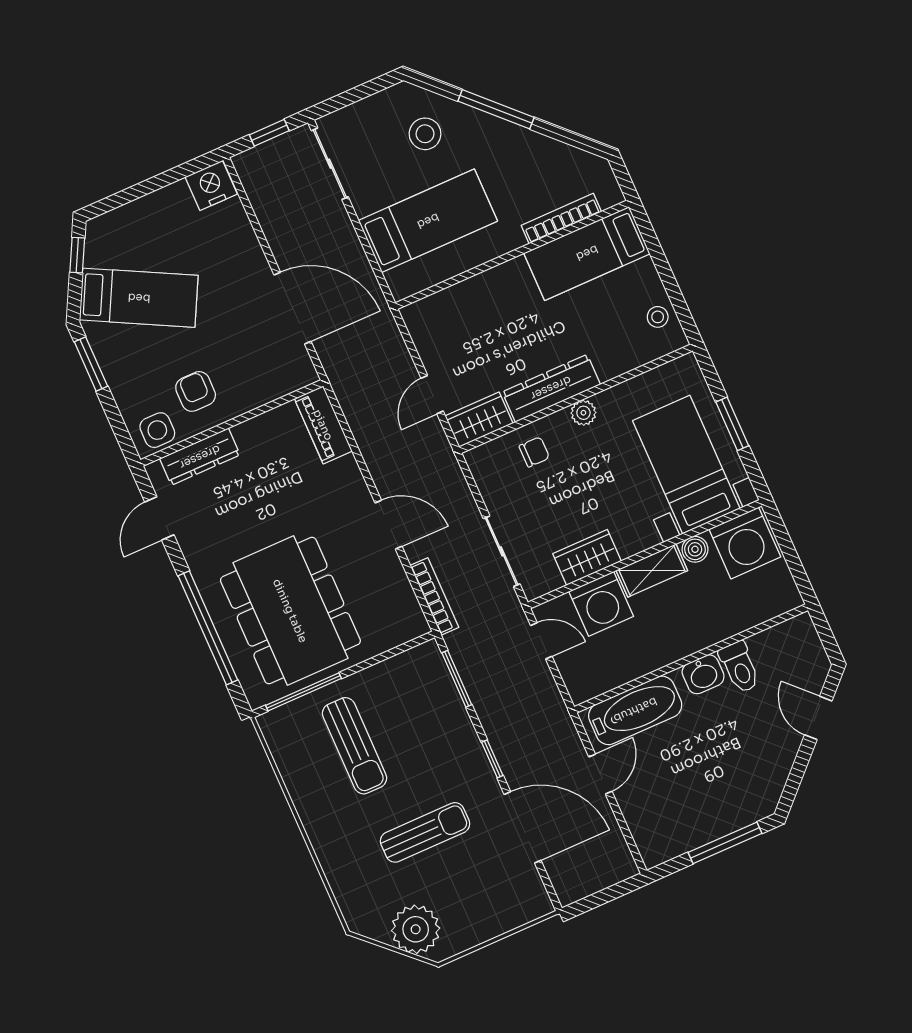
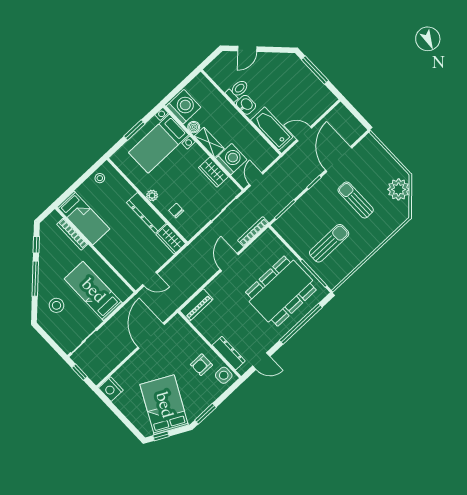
window: (566, 136) -> (36, 245), added
bed: (139, 298) -> (164, 405), width x1.50
door: (432, 395) -> (150, 279), moved

